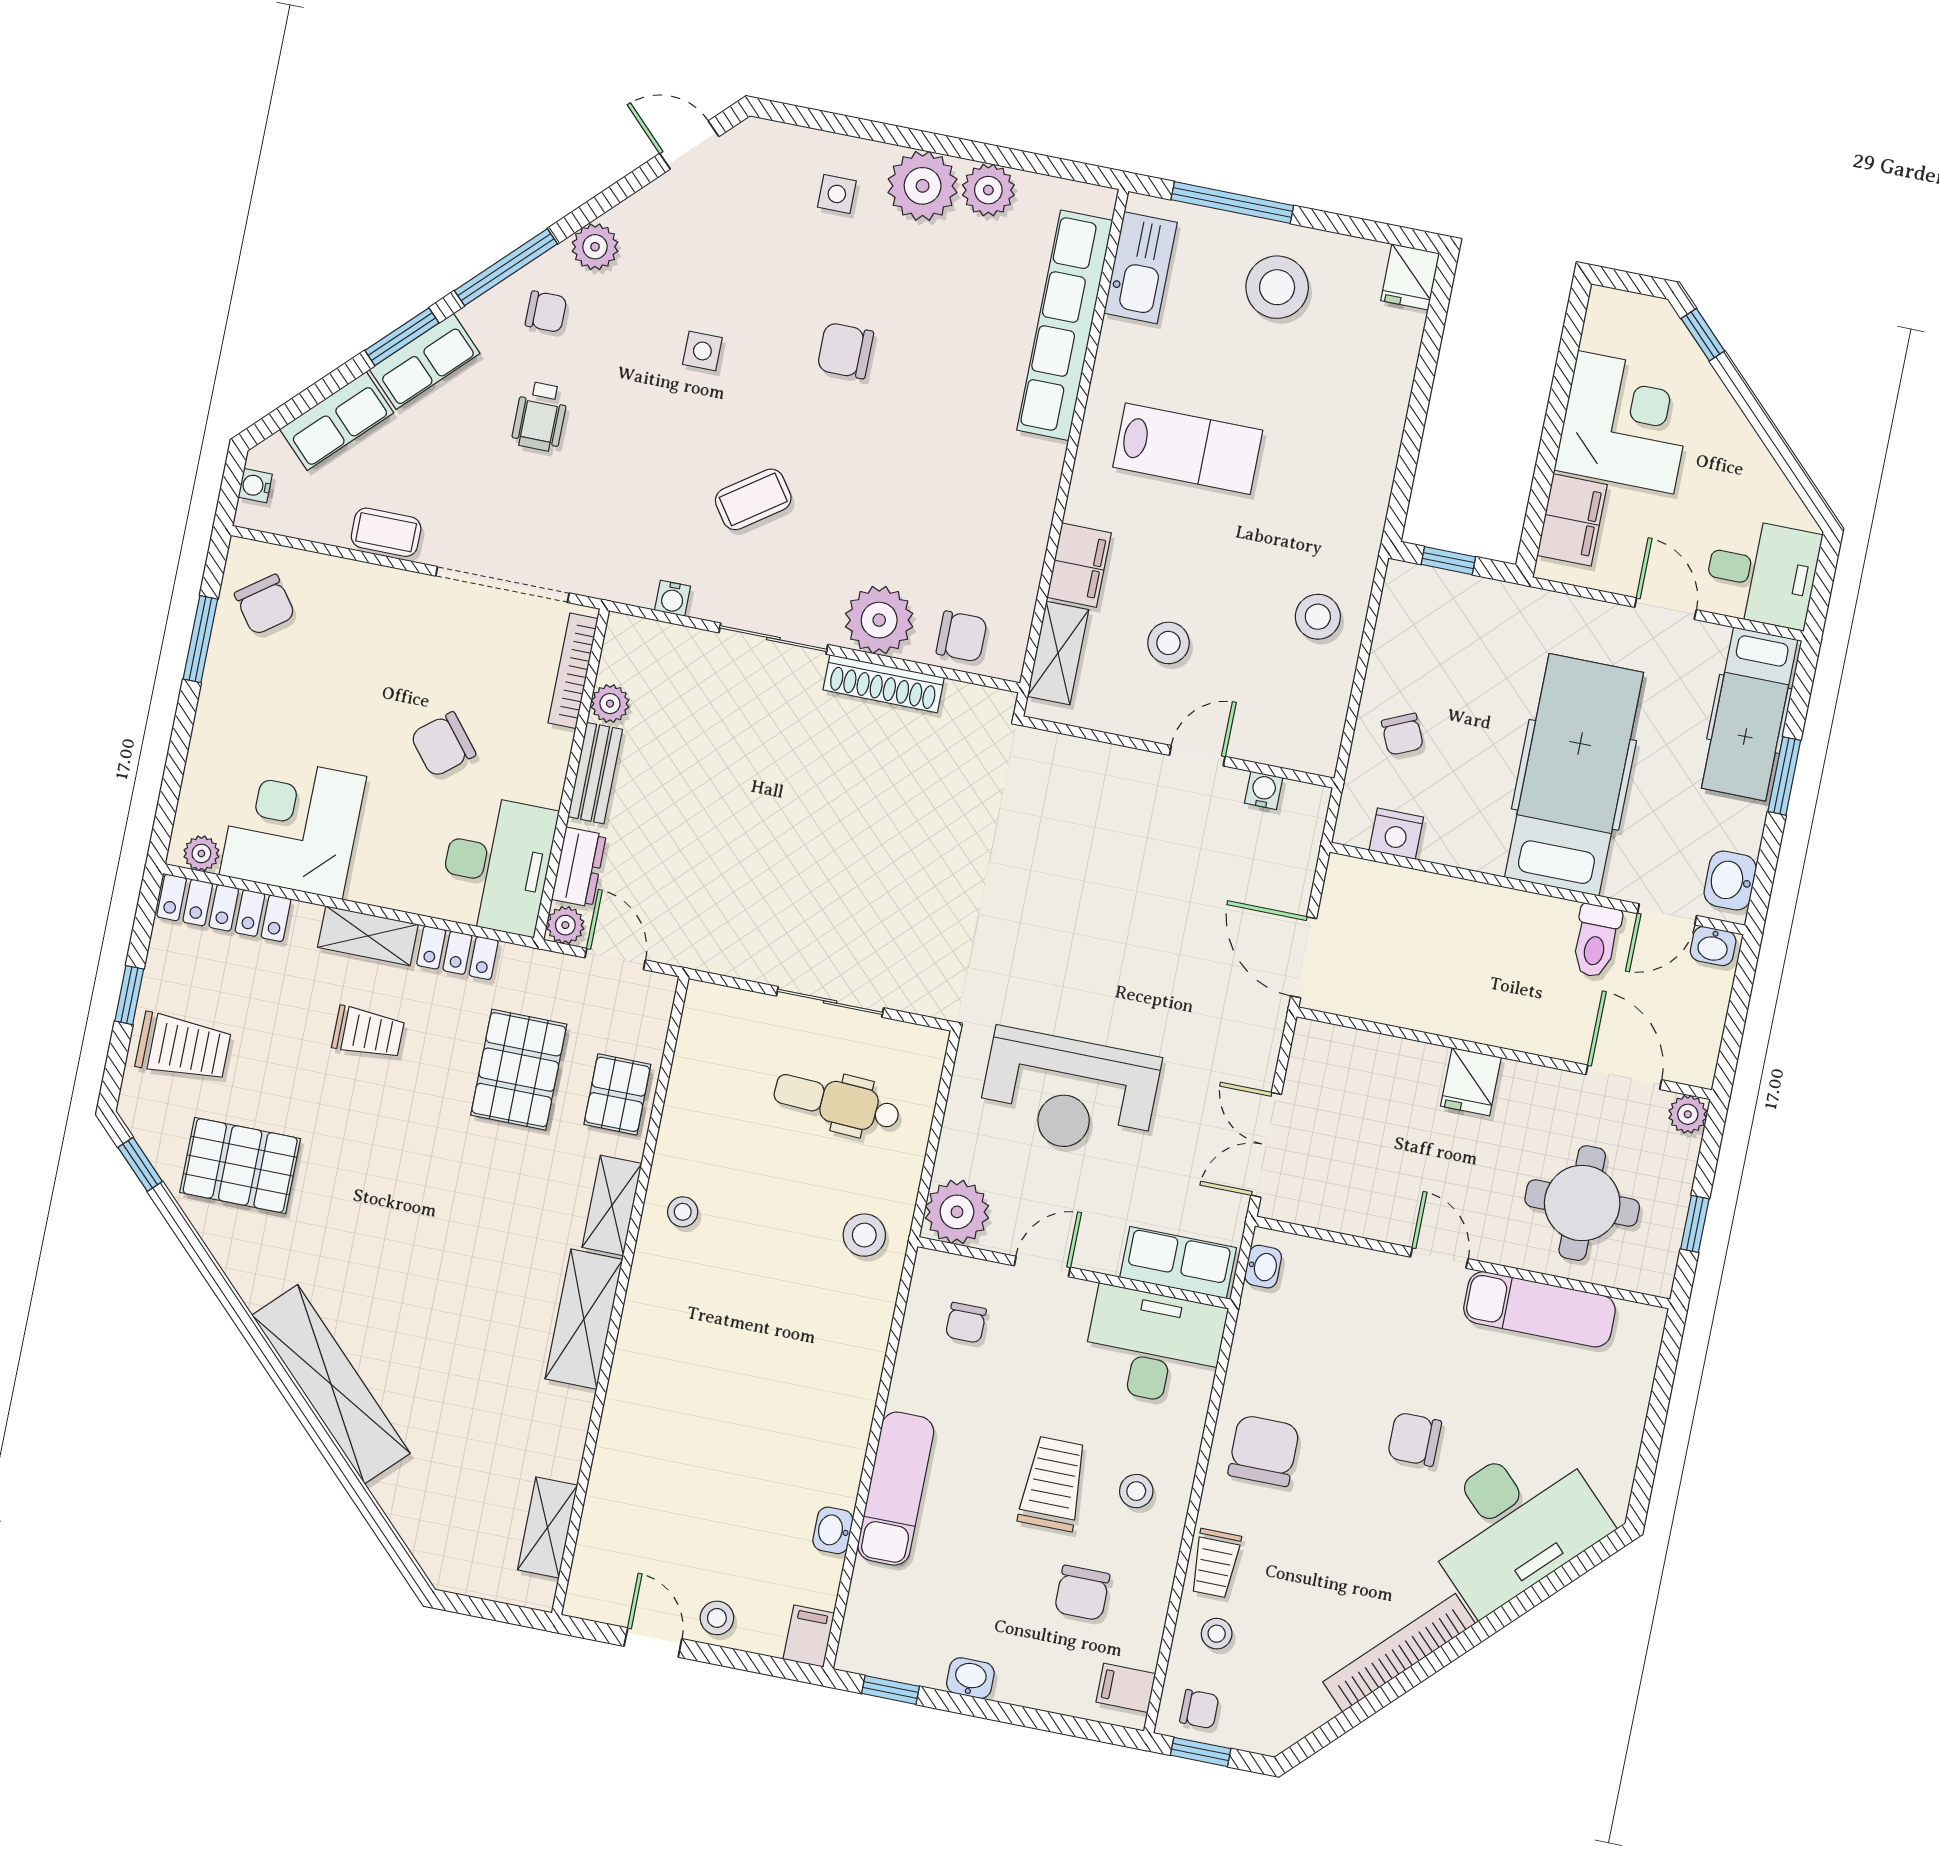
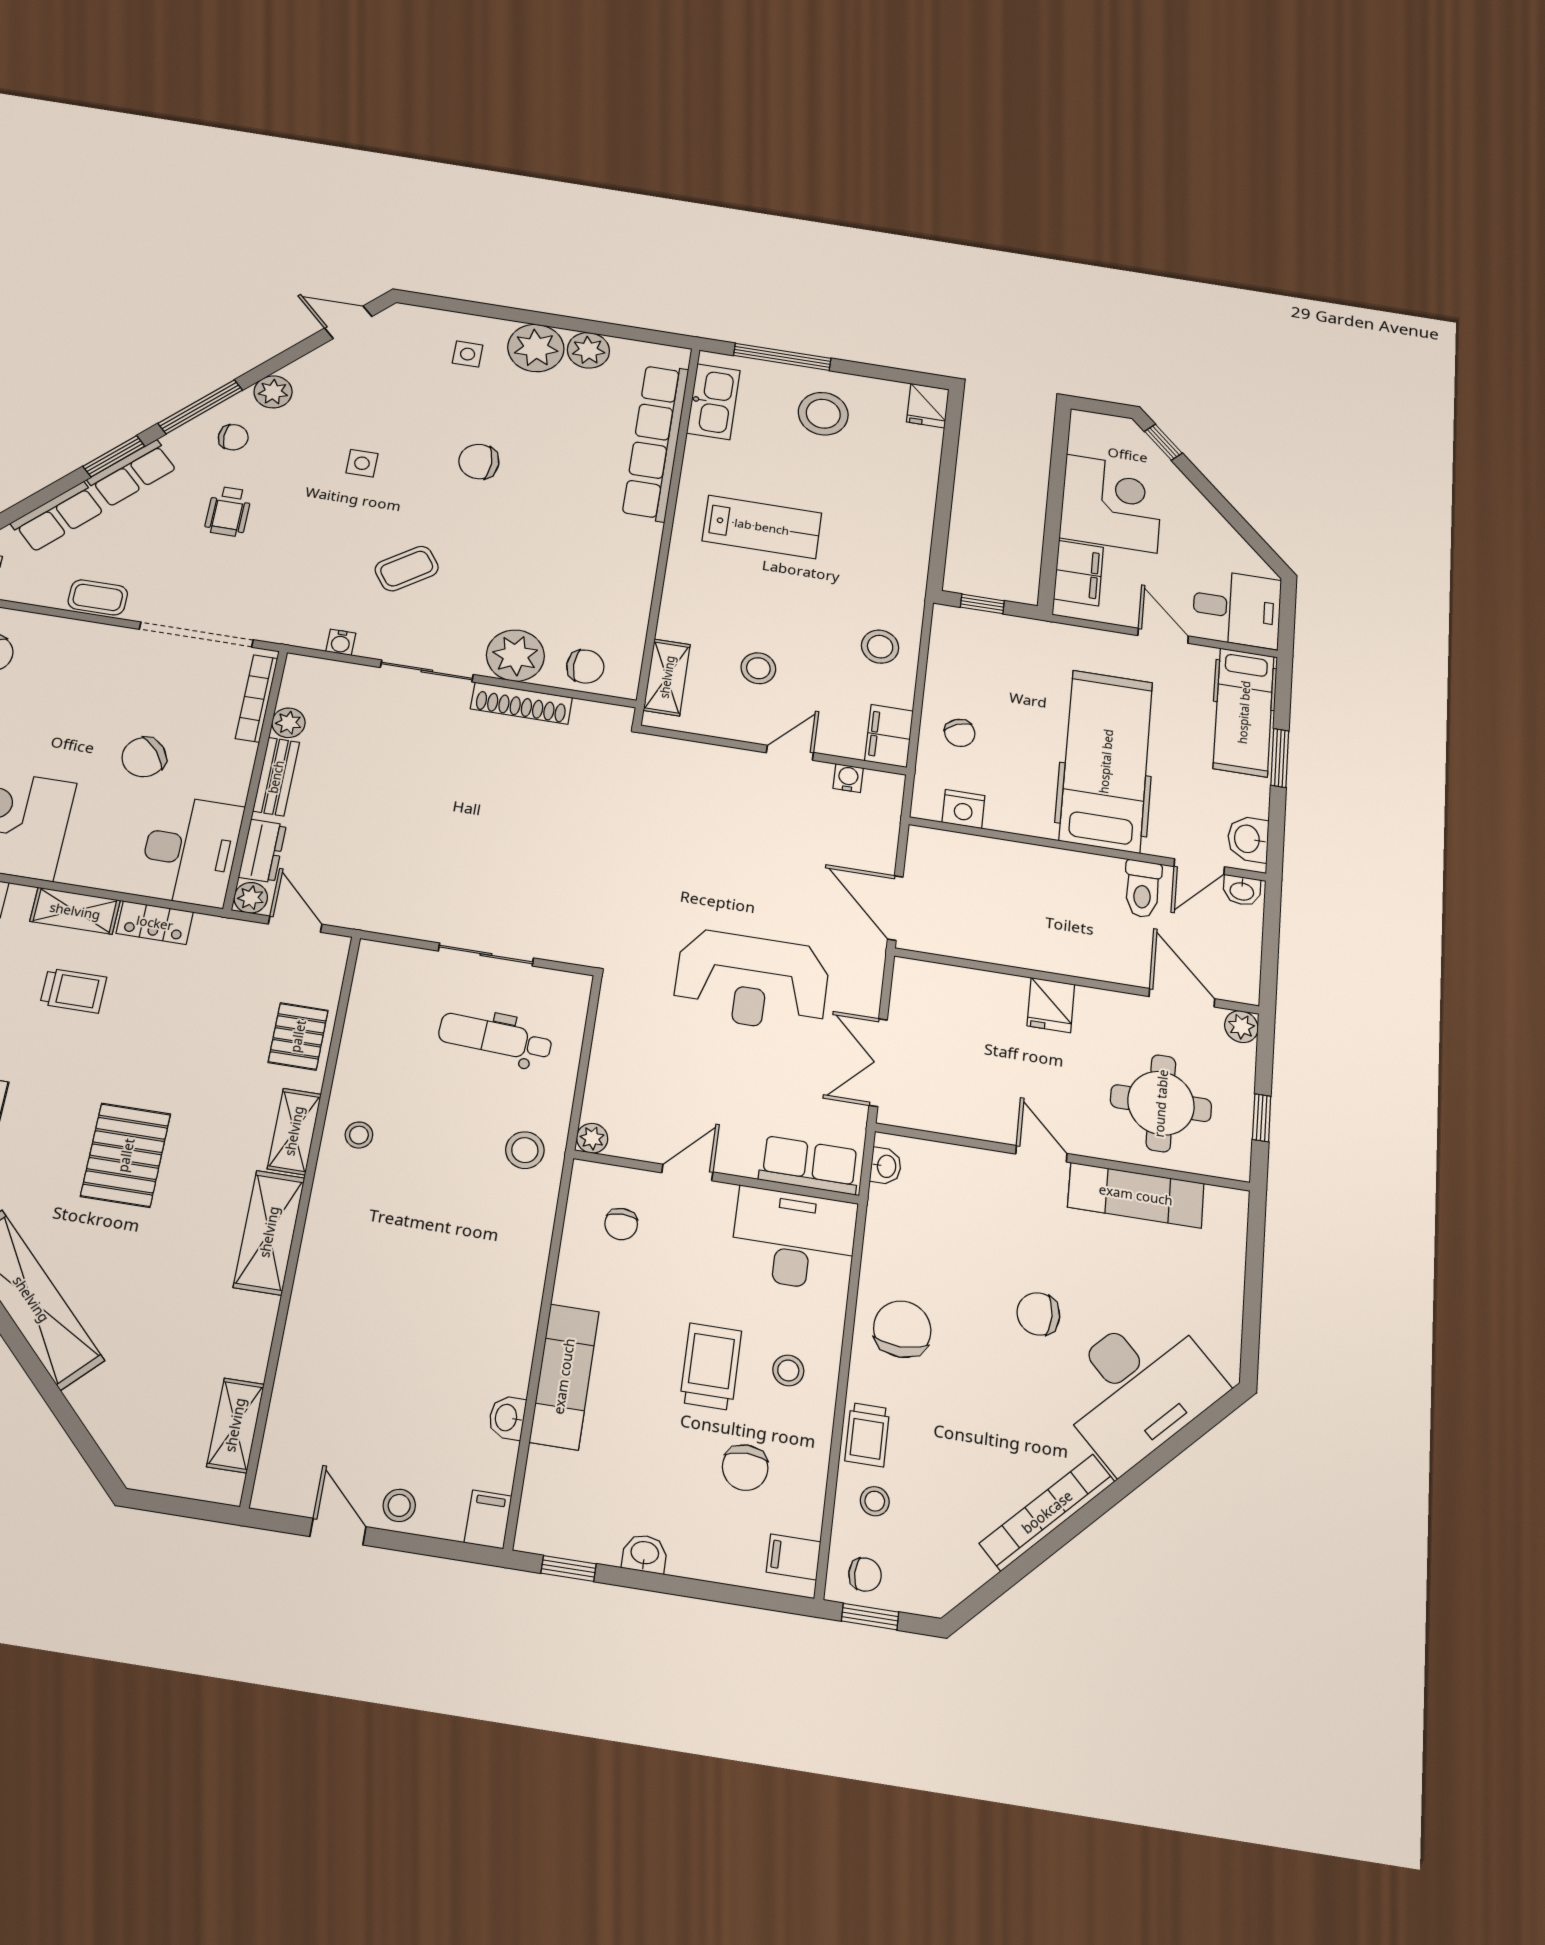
filing cabinet: (1079, 565) -> (889, 736), moved, turned 180
pallet: (519, 1070) -> (126, 1155), moved
reception desk: (1069, 1093) -> (752, 981), moved
plant: (957, 1212) -> (592, 1138), width x0.53, depth x0.53

